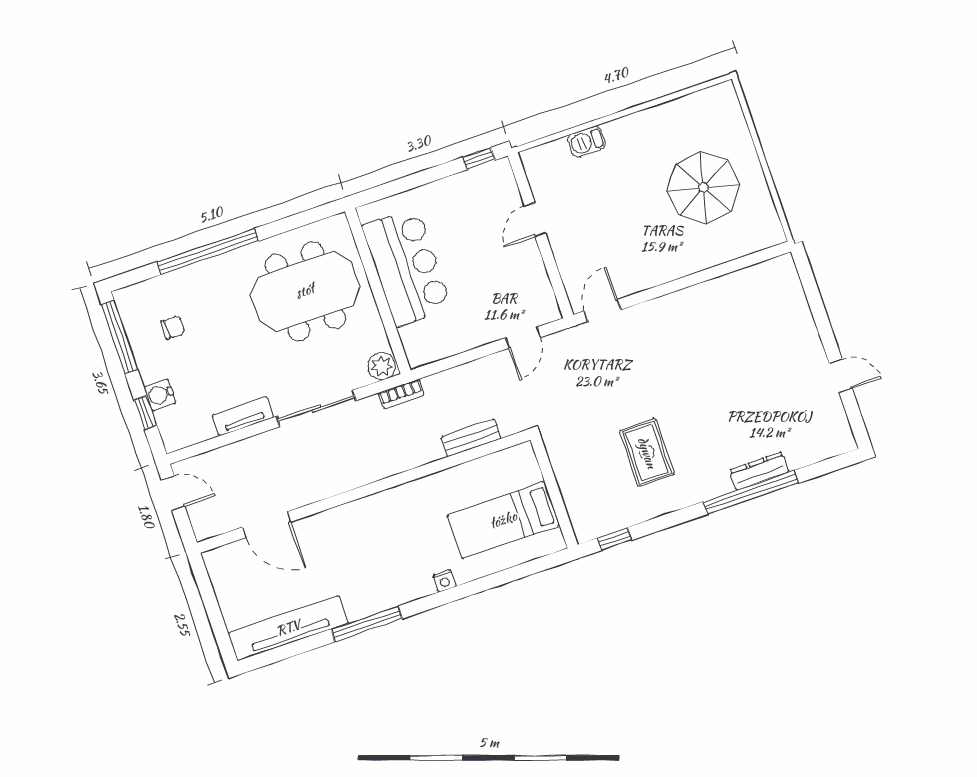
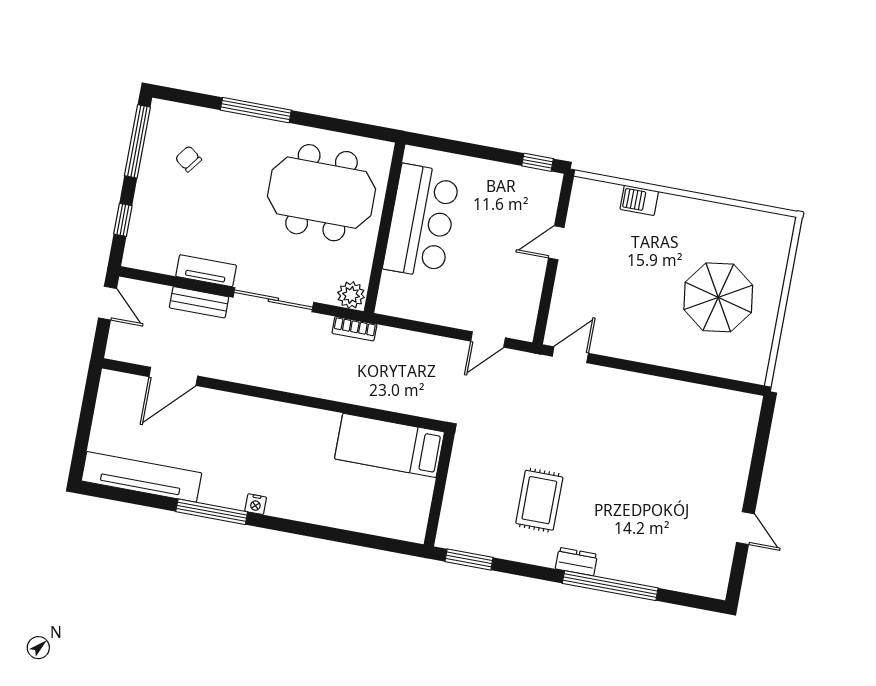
window: (207, 252) -> (256, 110), width x0.68
chair: (173, 327) -> (188, 159), turned -143
water cooler: (160, 395) -> (144, 211), removed
bench: (471, 438) -> (199, 302), moved
dresser: (759, 471) -> (576, 562), moved, width x0.70
bed: (503, 520) -> (389, 445), moved
door: (267, 525) -> (173, 376), hinge flipped
window: (615, 539) -> (469, 559), width x1.50
nightstand: (444, 581) -> (256, 504), moved

